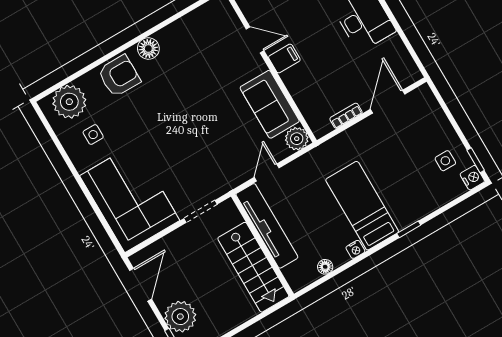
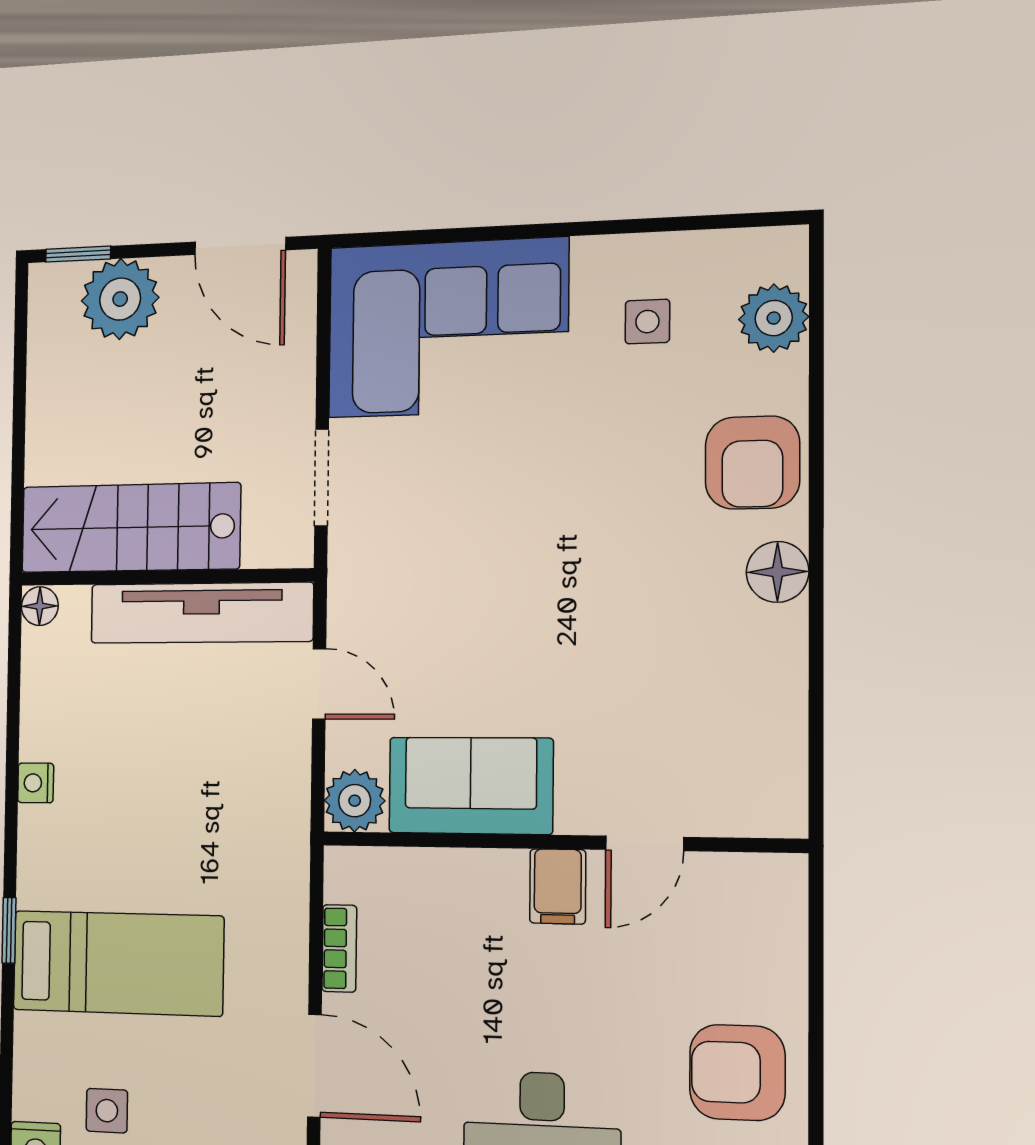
plant: (69, 102) -> (774, 318), width x0.73, depth x0.73
bed: (362, 206) -> (118, 963), moved
floor lamp: (325, 267) -> (40, 606), moved

